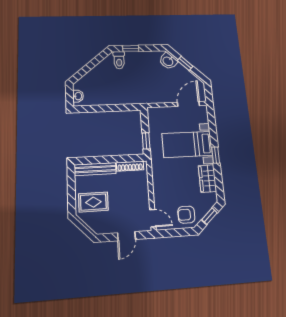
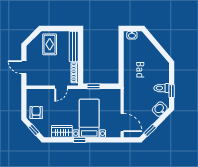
window: (131, 48) -> (172, 91), moved
toilet: (119, 60) -> (162, 88), moved
window: (185, 63) -> (150, 130), moved
door: (153, 218) -> (61, 87), moved

